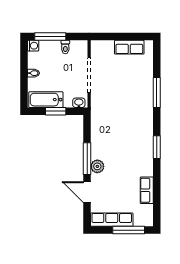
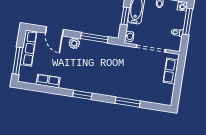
row of seats: (129, 47) -> (171, 71), moved
window: (87, 159) -> (94, 38), moved
door: (87, 192) -> (54, 31), swing flipped

